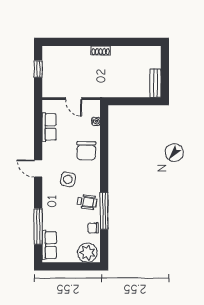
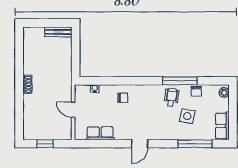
door: (74, 99) -> (73, 110), swing flipped
chair: (86, 151) -> (123, 98), width x0.54, depth x0.54
side table: (68, 179) -> (187, 116), moved
row of seats: (49, 245) -> (222, 126), moved, turned -90
plant: (87, 253) -> (224, 92), width x0.53, depth x0.53

